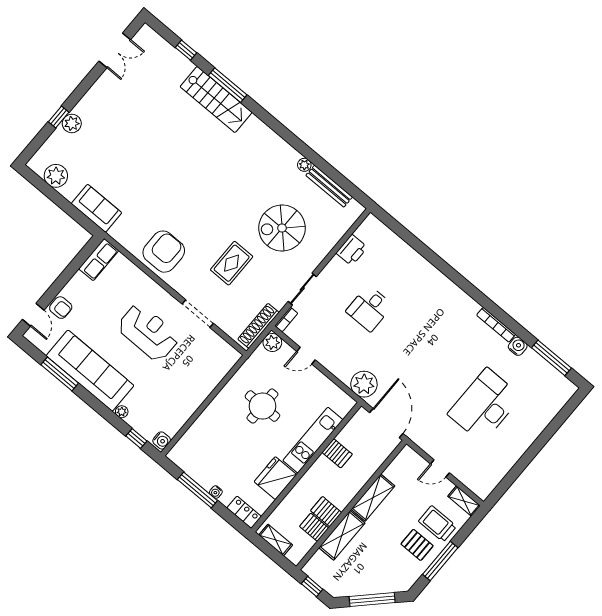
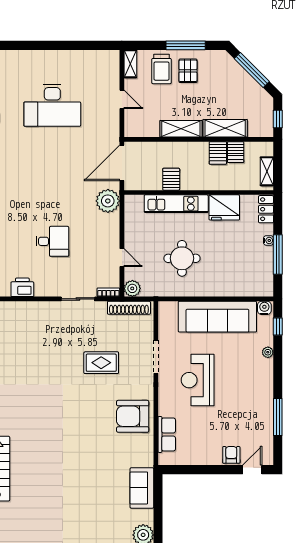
spiral stairs: (282, 228) -> (48, 348), removed
row of seats: (99, 260) -> (167, 434), moved, turned 90
sofa: (90, 371) -> (217, 317), moved, turned -90

